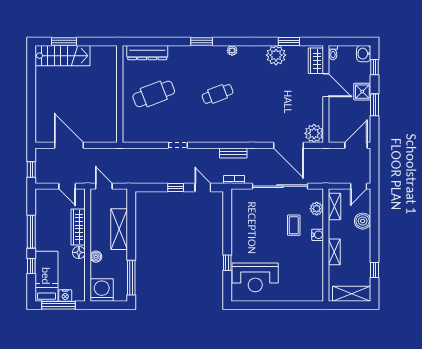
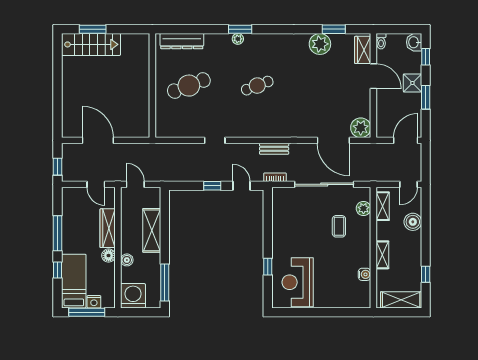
plant: (232, 50) -> (238, 39), moved
water cooler: (318, 235) -> (365, 274), moved
reception desk: (255, 277) -> (298, 282), turned 90

